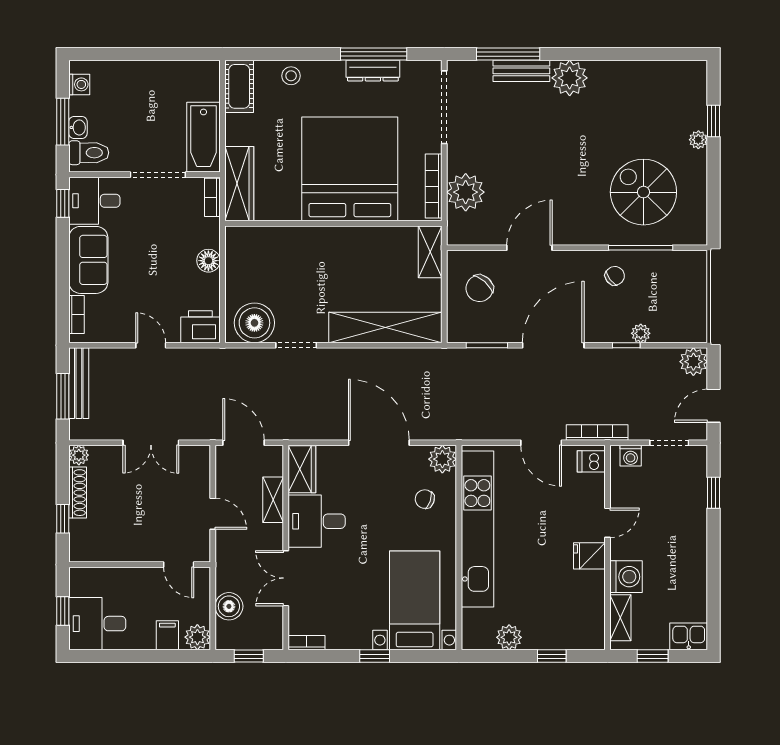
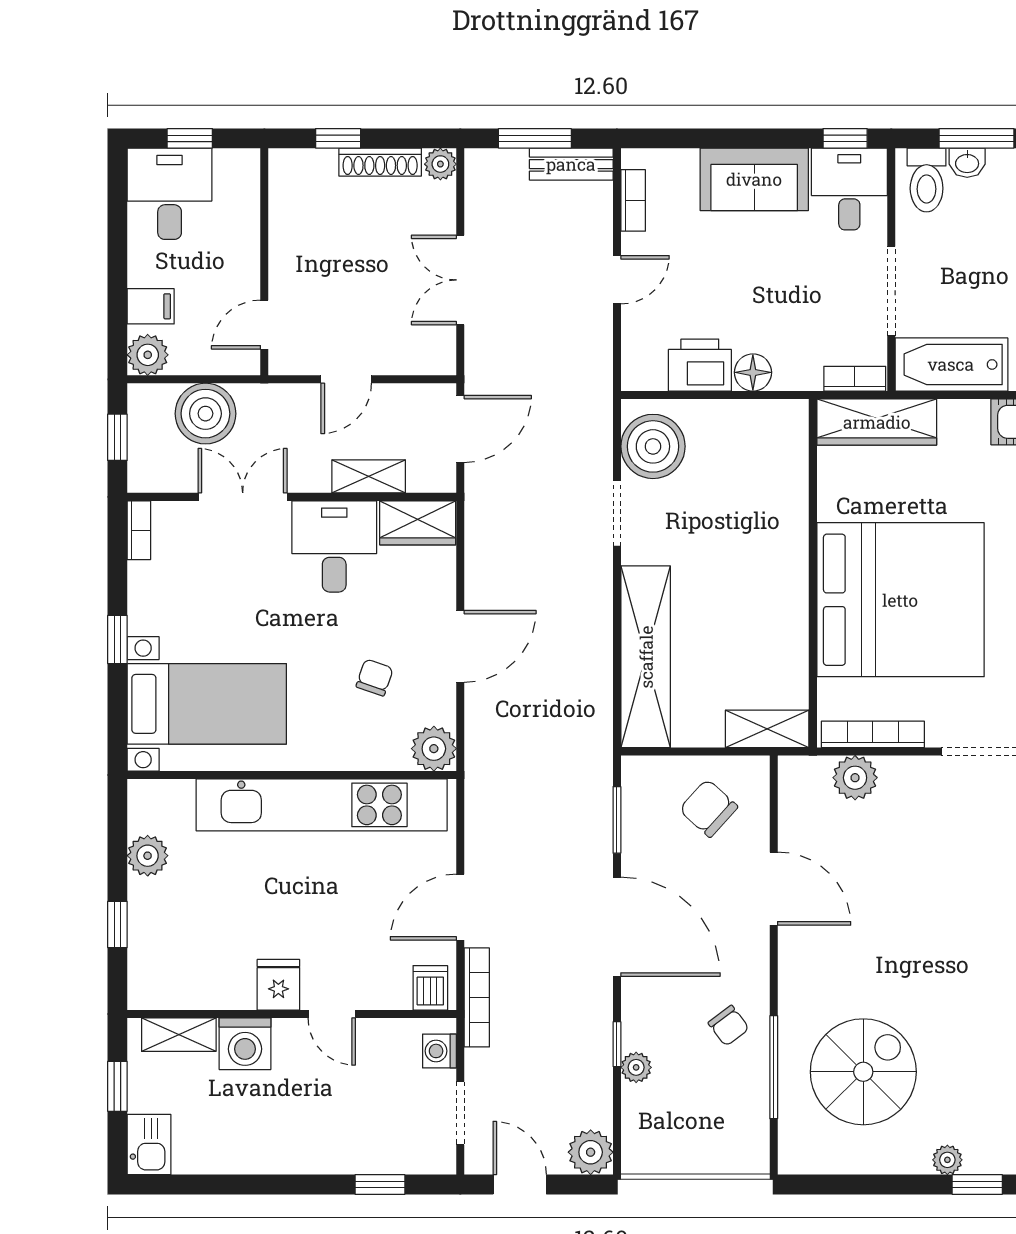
plant: (466, 192) -> (855, 778), width x0.73, depth x0.73
bookcase: (77, 315) -> (633, 200), moved, turned -90
printer: (200, 327) -> (700, 365), moved, turned -90
bench: (79, 383) -> (571, 164), width x0.73
door: (379, 443) -> (460, 646), width x0.73
chair: (425, 499) -> (375, 677), moved
boiler: (229, 606) -> (205, 414), width x1.37, depth x1.37

